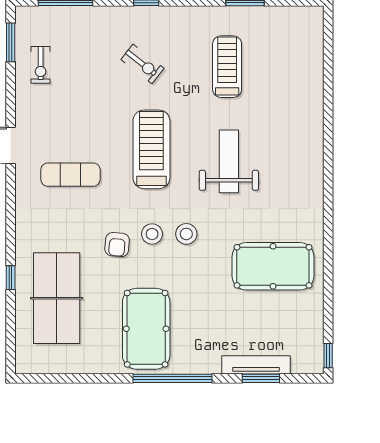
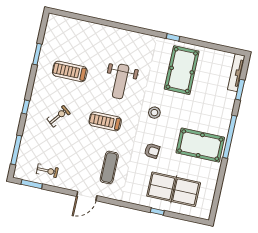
treadmill: (151, 149) -> (105, 121), width x0.73, depth x0.73
weight bench: (229, 161) -> (121, 81), turned -90
stool: (152, 234) -> (150, 131), removed
window: (328, 356) -> (173, 37), moved
tv unit: (256, 365) -> (236, 73), moved

